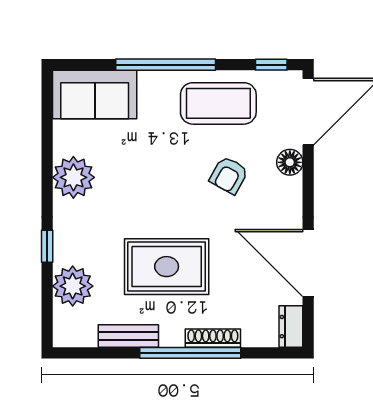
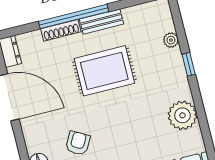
plant: (73, 286) -> (171, 40), width x0.53, depth x0.53
bench: (128, 336) -> (102, 22), moved

